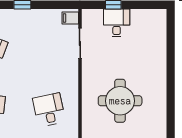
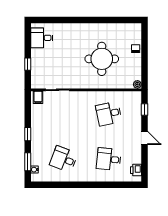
desk: (117, 23) -> (42, 38), moved

